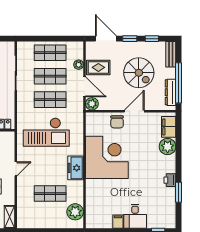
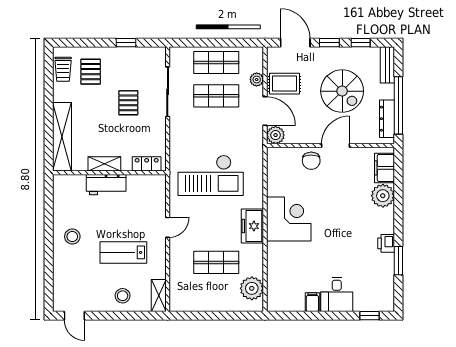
shop shelf: (50, 100) -> (216, 129), removed
corner desk: (107, 157) -> (289, 219), width x0.74, depth x0.74

